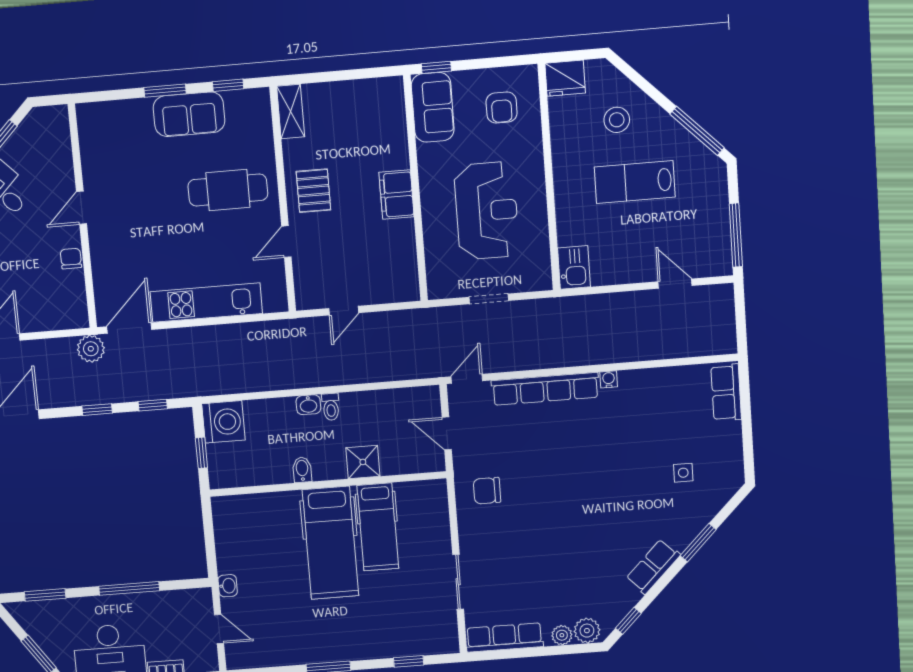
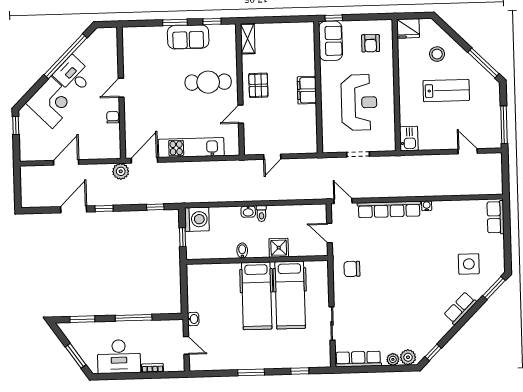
lab bench: (635, 182) -> (446, 91), turned 180
door: (467, 379) -> (343, 201), hinge flipped
window: (97, 410) -> (104, 208), moved
side table: (683, 473) -> (469, 264), width x1.87, depth x1.87
hospital bed: (378, 527) -> (290, 295), width x1.37, depth x1.29
window: (698, 543) -> (494, 288), moved
row of seats: (653, 567) -> (460, 308), moved

